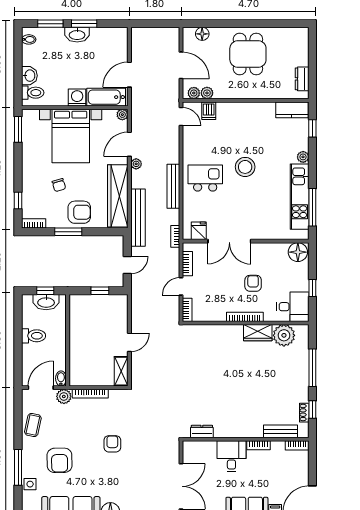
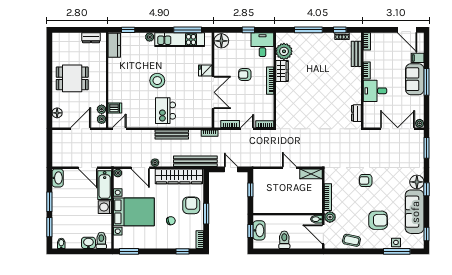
washbasin: (77, 35) -> (58, 178), moved
fridge: (199, 231) -> (205, 70), moved
door: (181, 286) -> (247, 129), swing flipped
window: (18, 467) -> (397, 251), moved

